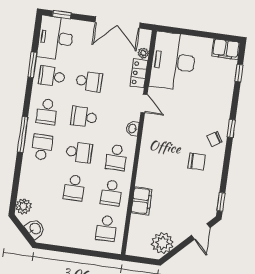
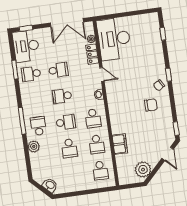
filing cabinet: (226, 49) -> (149, 20), removed
school desk: (47, 112) -> (35, 100), removed
plant: (23, 206) -> (34, 146), moved

